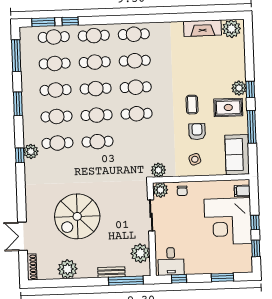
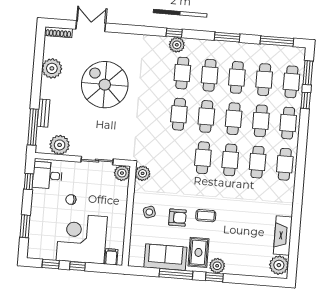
sofa: (237, 155) -> (165, 257), moved
chair: (182, 191) -> (71, 199), moved

